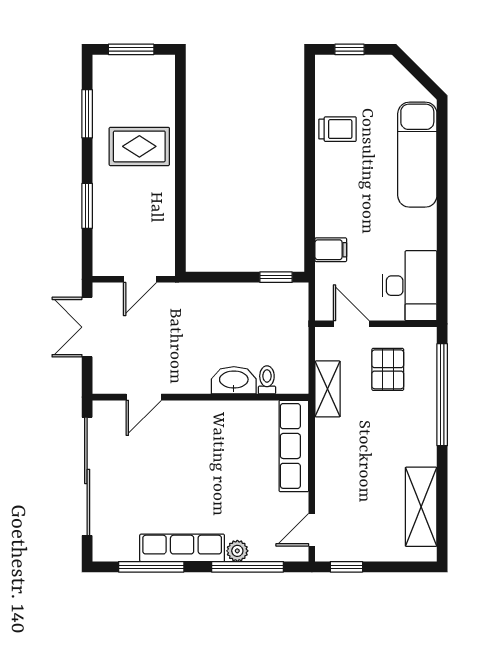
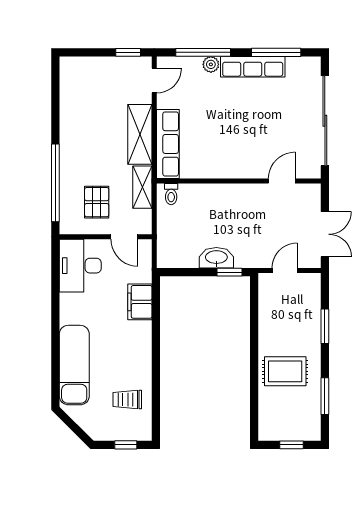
window: (131, 49) -> (291, 445), width x0.67
trolley: (338, 129) -> (127, 400), moved
filing cabinet: (331, 250) -> (140, 302), width x2.00
window: (276, 277) -> (230, 272), moved
washbasin: (234, 380) -> (216, 258), moved, turned 180
toilet: (267, 380) -> (171, 194), moved
shelving: (421, 507) -> (140, 134), moved

